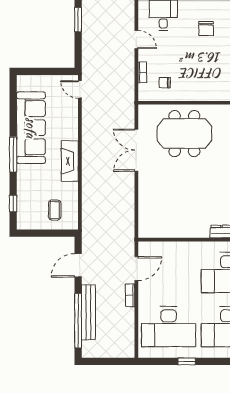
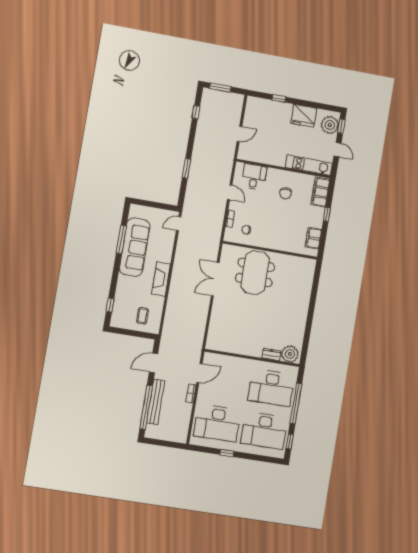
door: (80, 89) -> (179, 224), hinge flipped
meeting table: (184, 134) -> (255, 272), turned 90
window: (13, 154) -> (121, 239), moved

